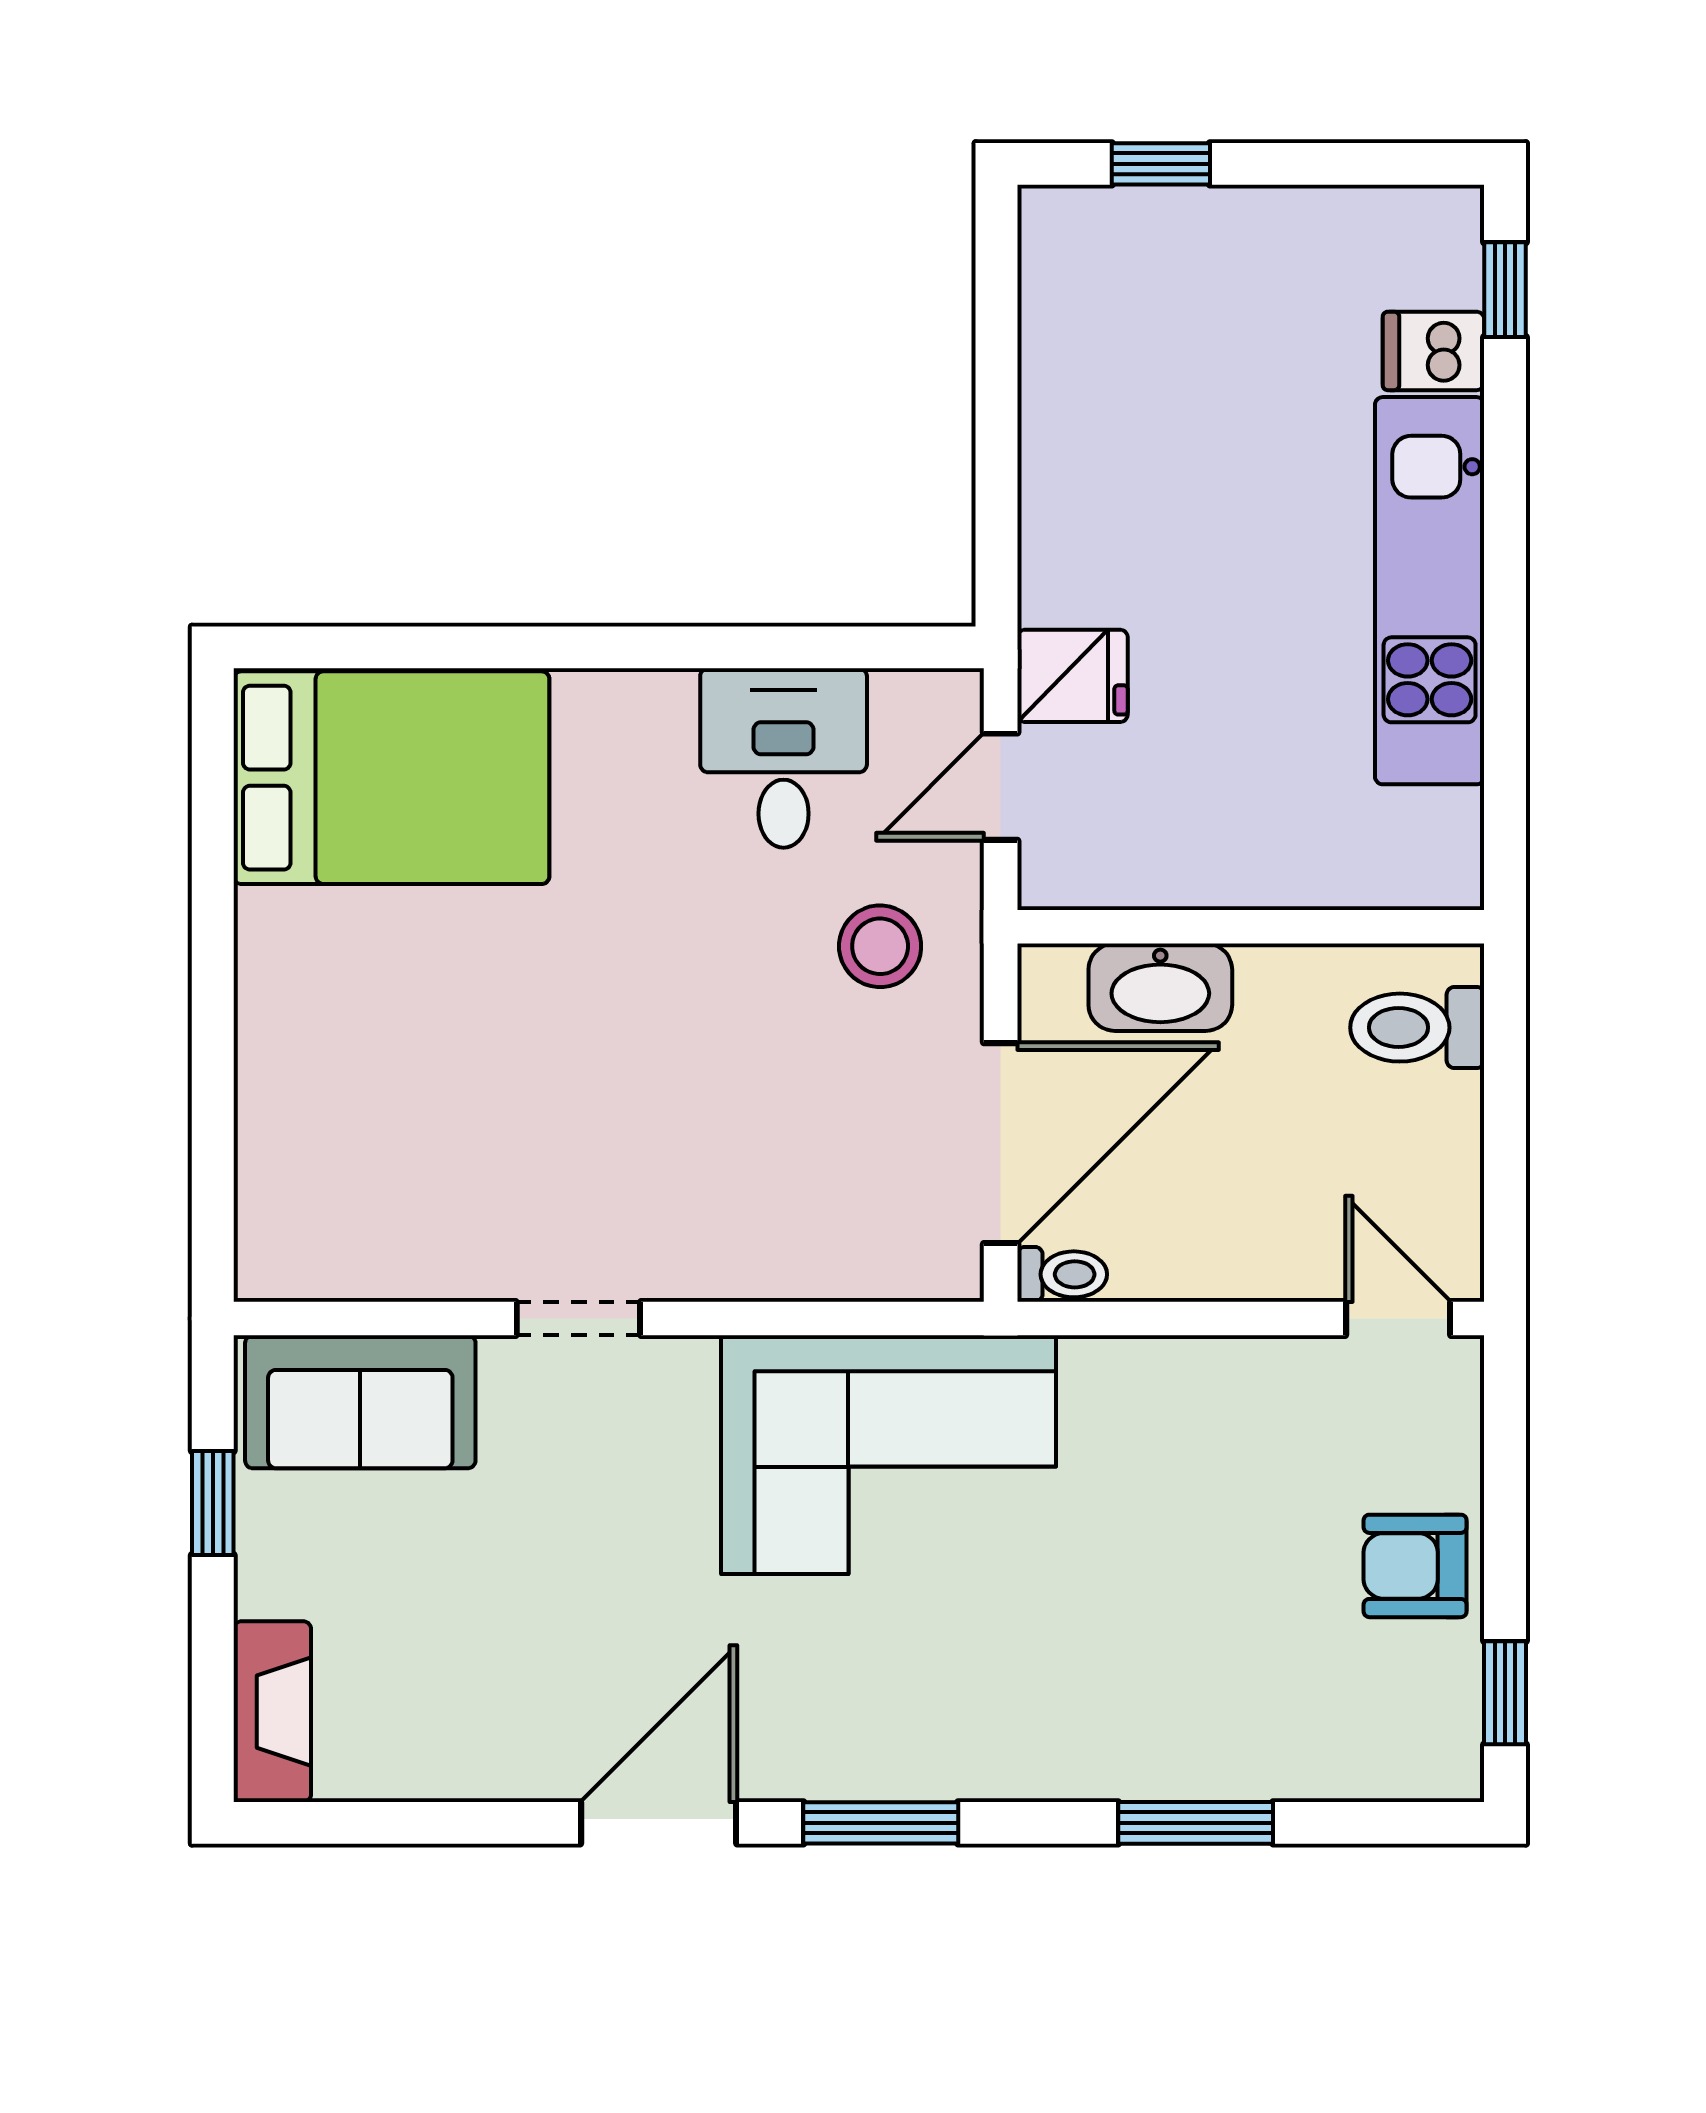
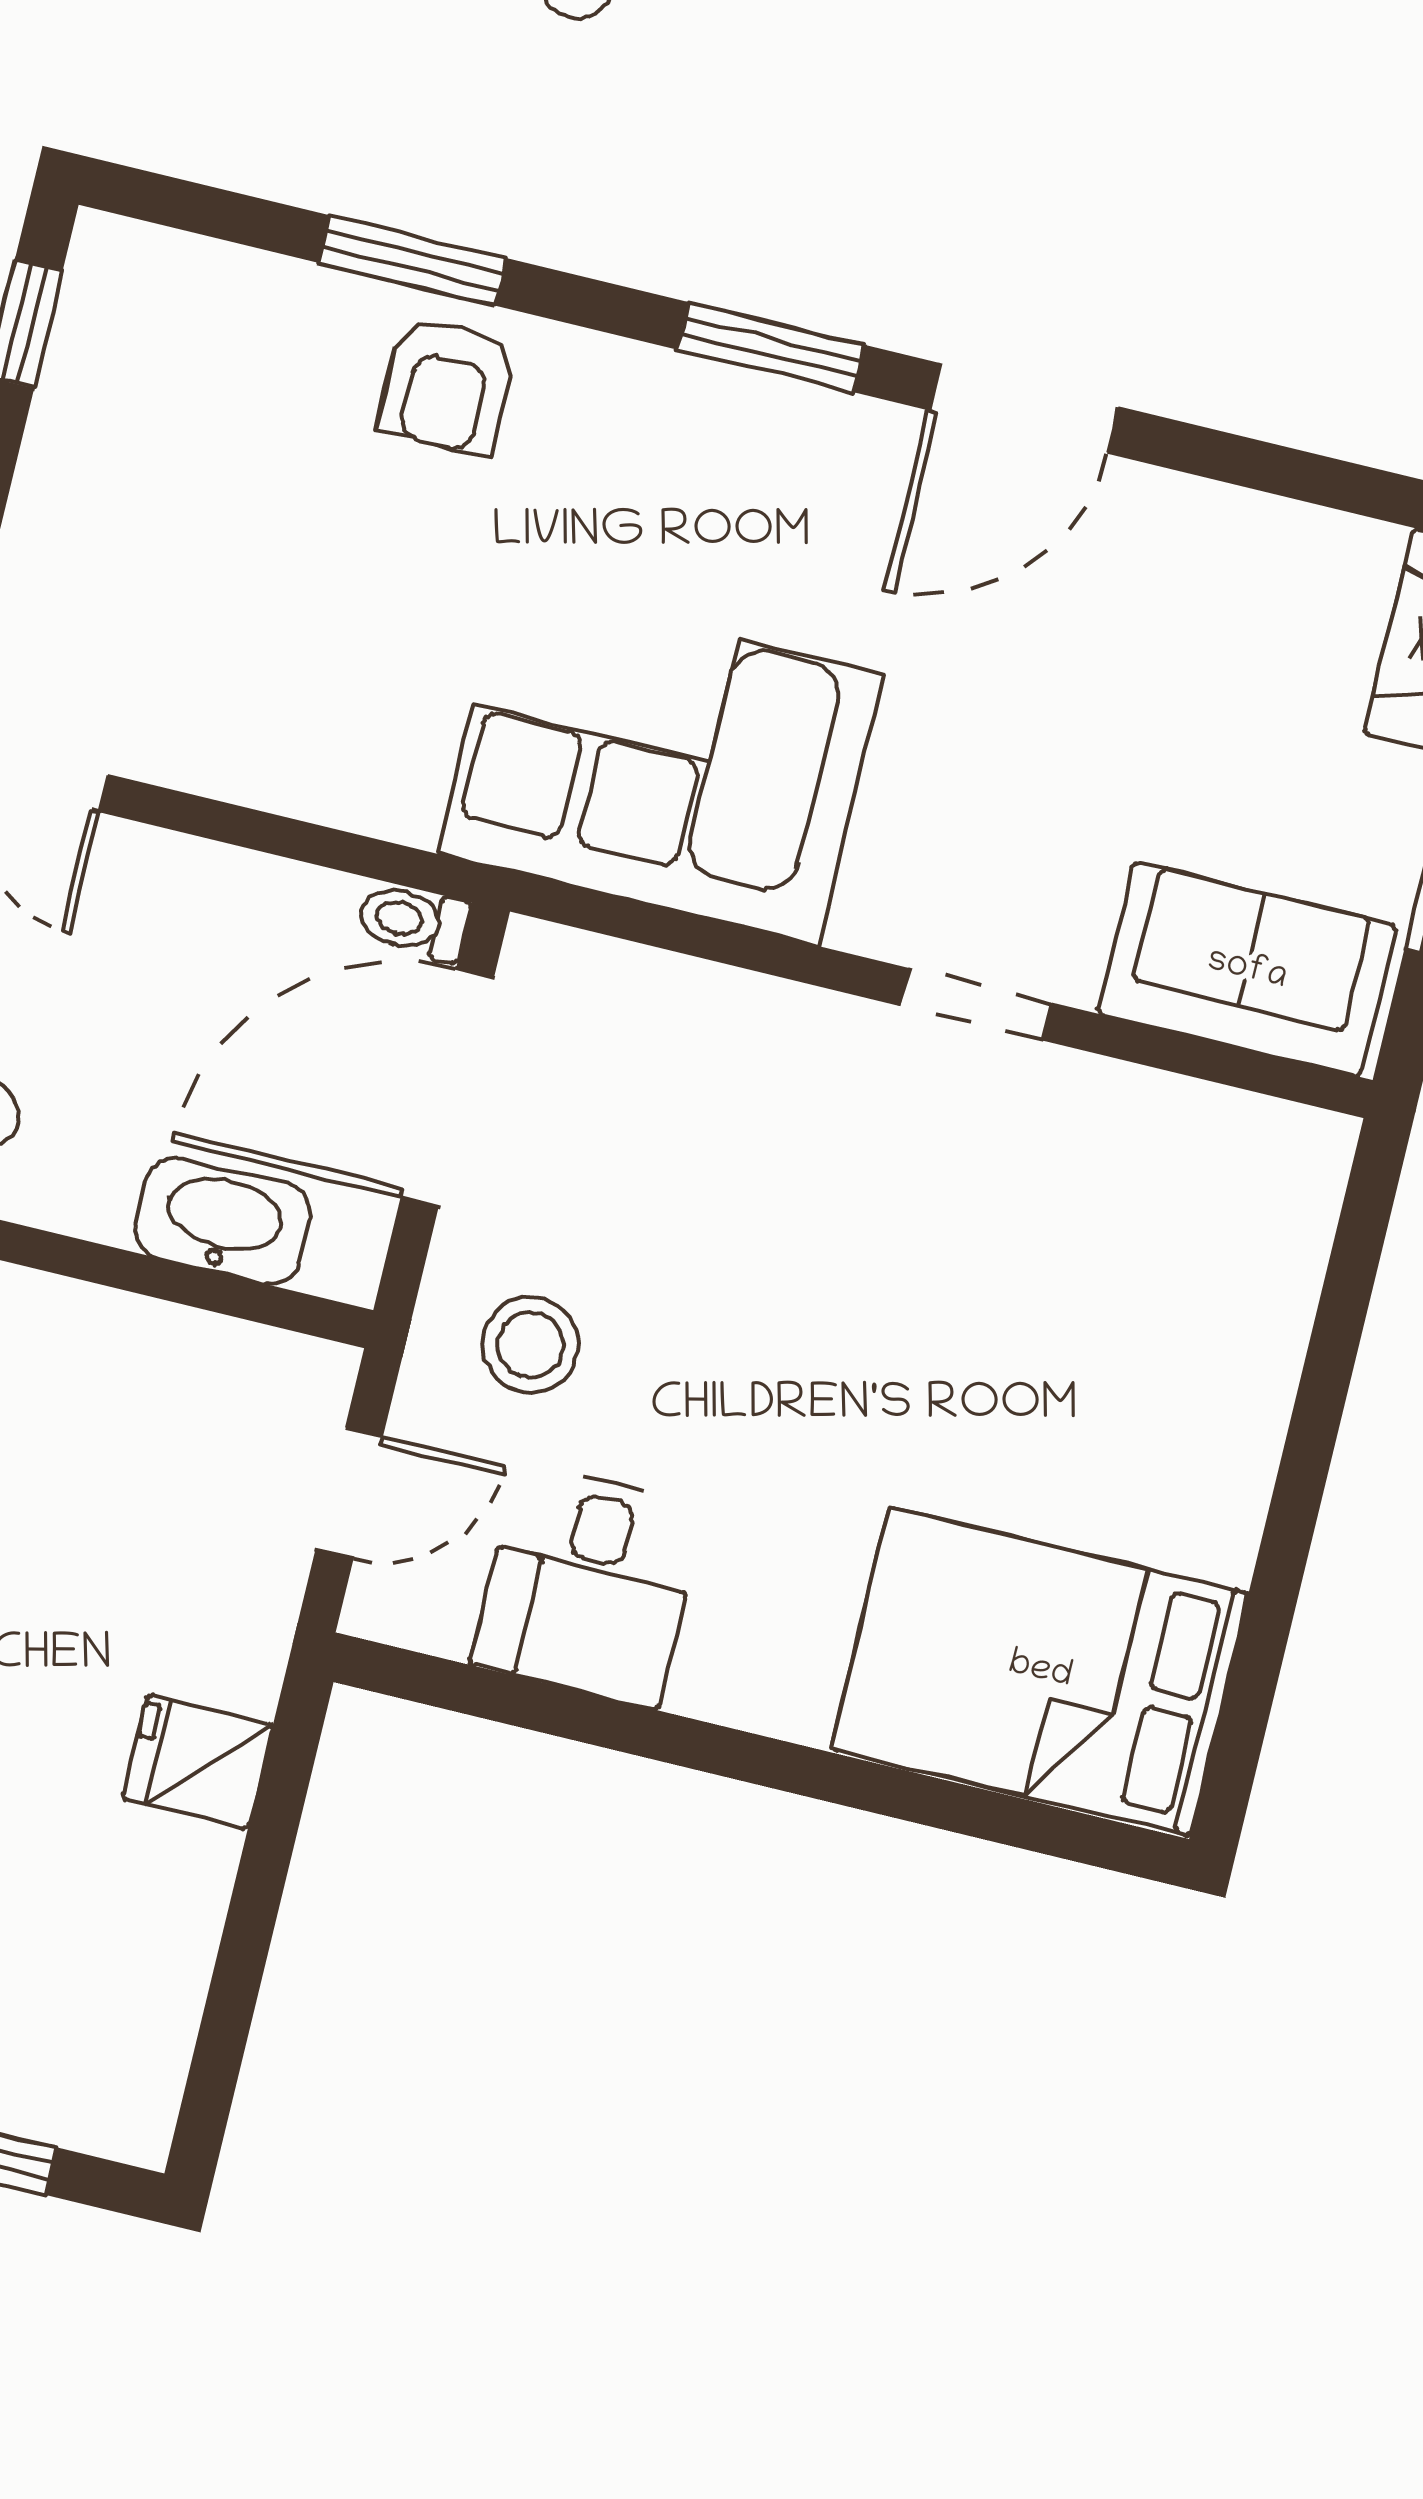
fridge: (1072, 676) -> (198, 1762), moved
armchair: (1415, 1566) -> (447, 386), moved, turned 90

